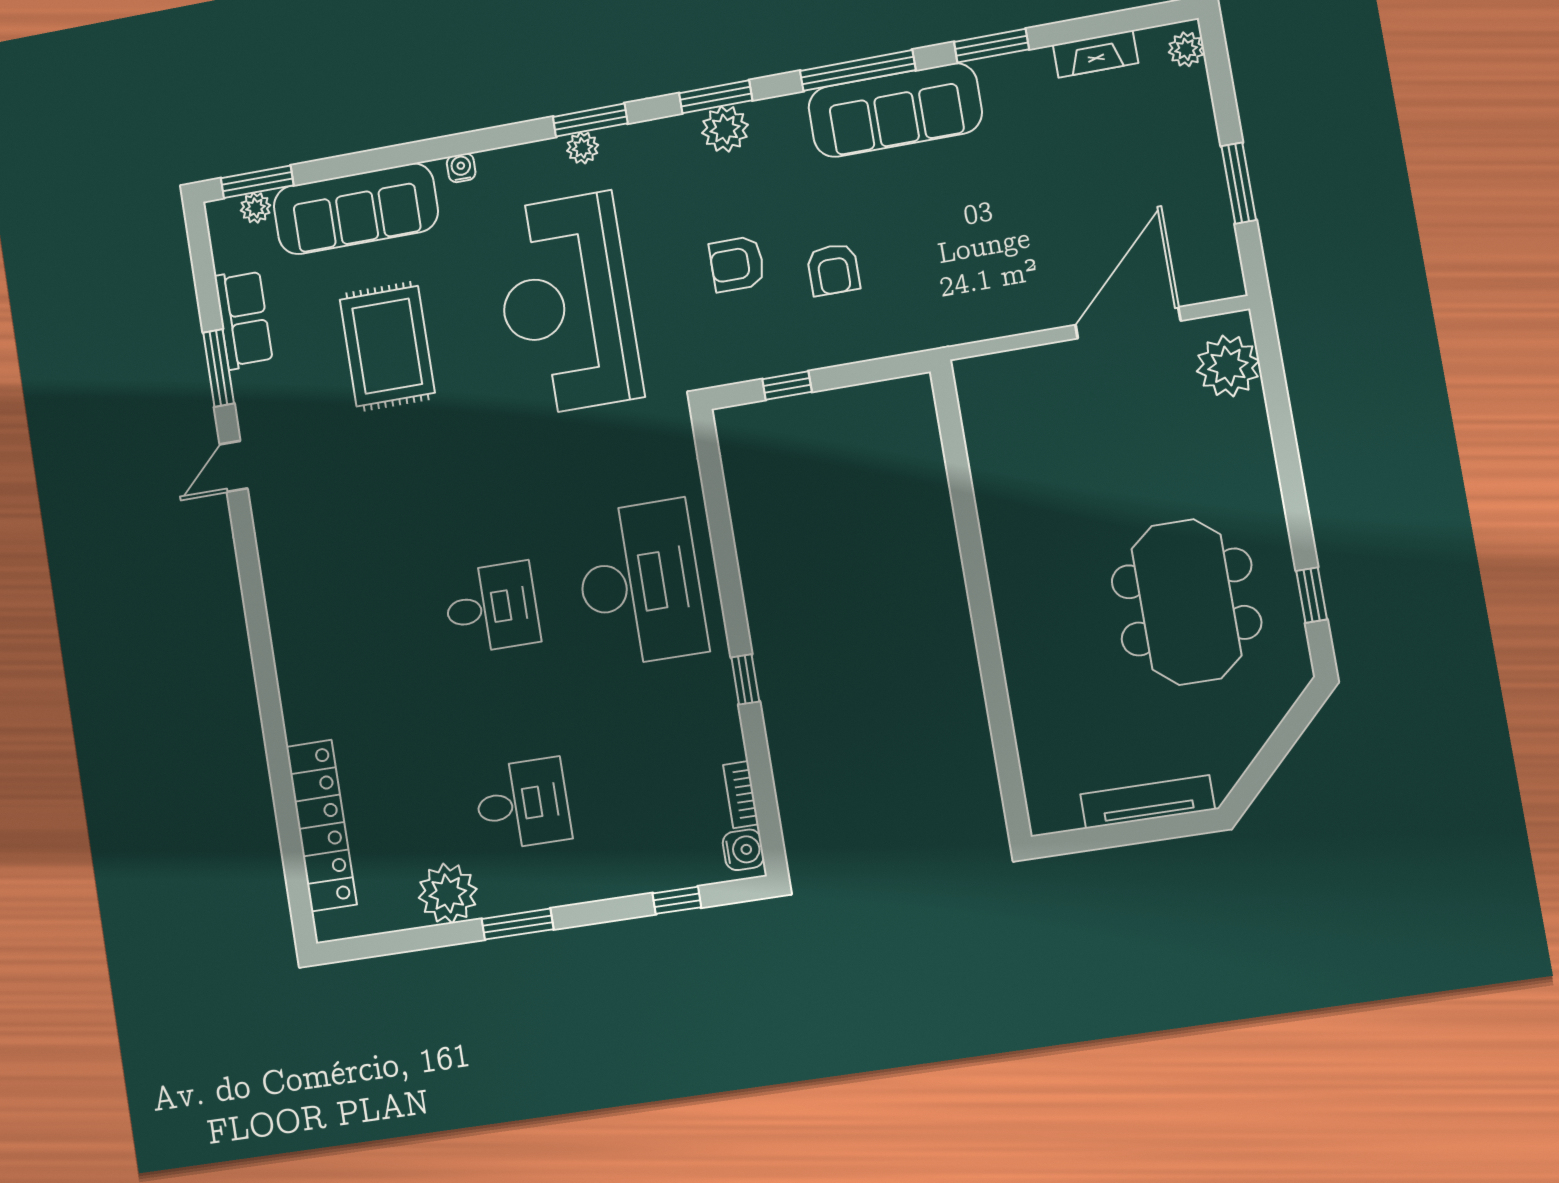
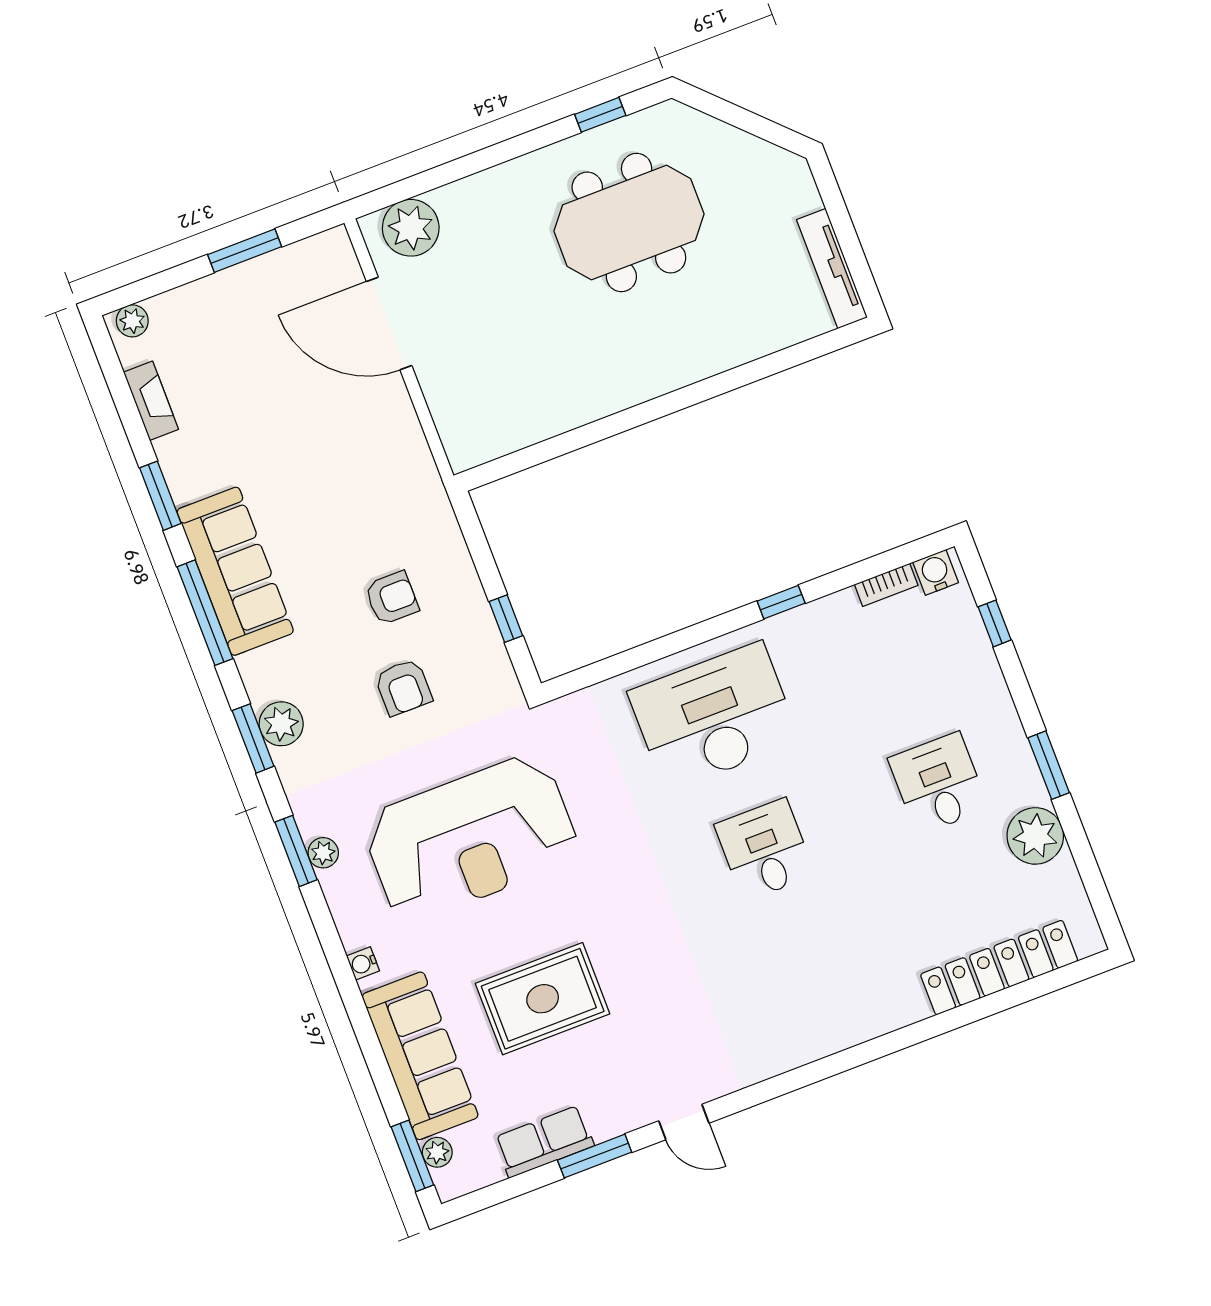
tv unit: (1148, 802) -> (832, 269), moved

